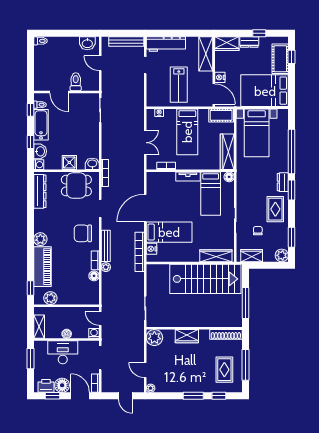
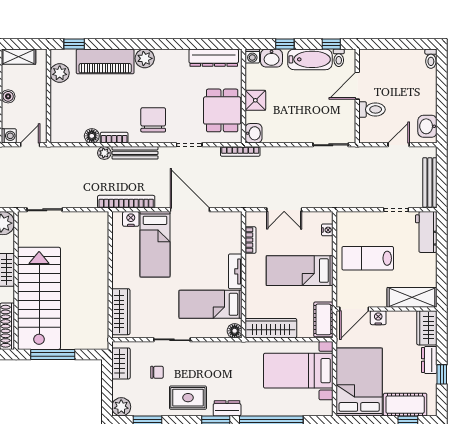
workbench: (166, 44) -> (426, 232), width x0.73
stairs: (205, 279) -> (39, 298), moved, turned 180

